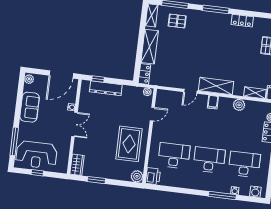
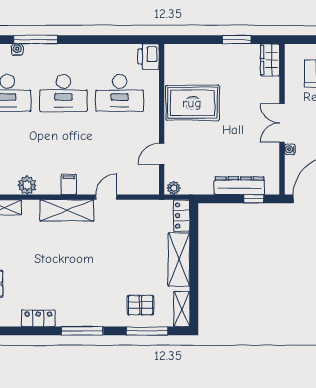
rug: (129, 144) -> (192, 103), turned 90
plant: (137, 176) -> (174, 53), removed

